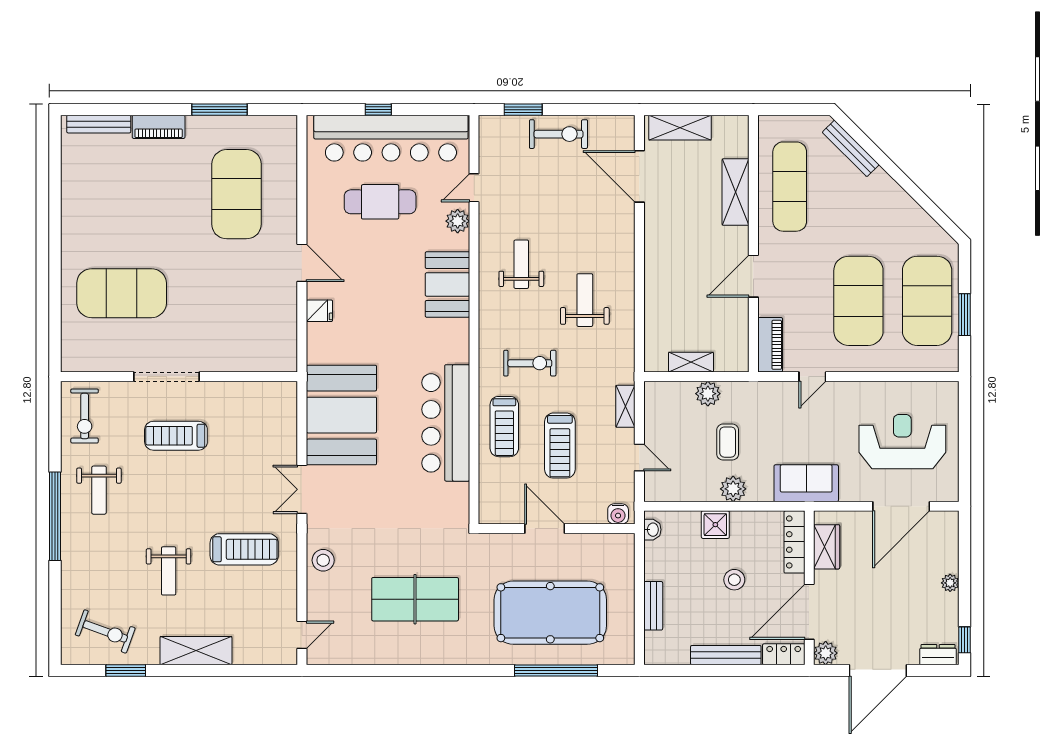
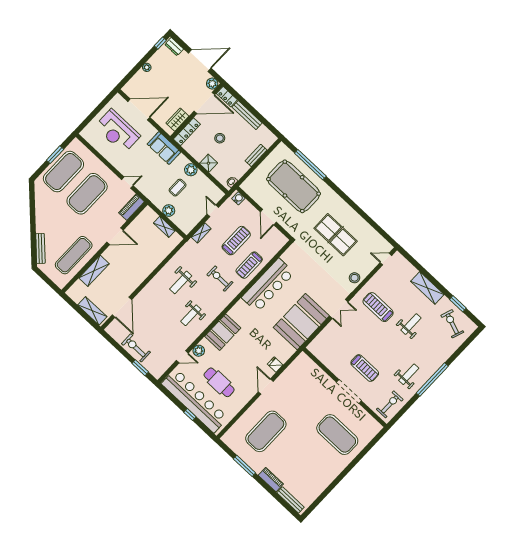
treadmill: (504, 427) -> (249, 265), turned 180

